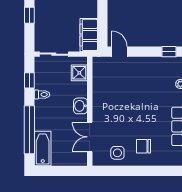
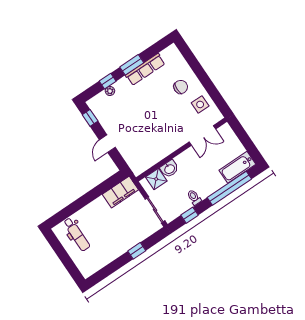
door: (119, 52) -> (107, 144), moved
washbasin: (80, 106) -> (169, 169), moved
chair: (143, 146) -> (181, 87), turned -90

